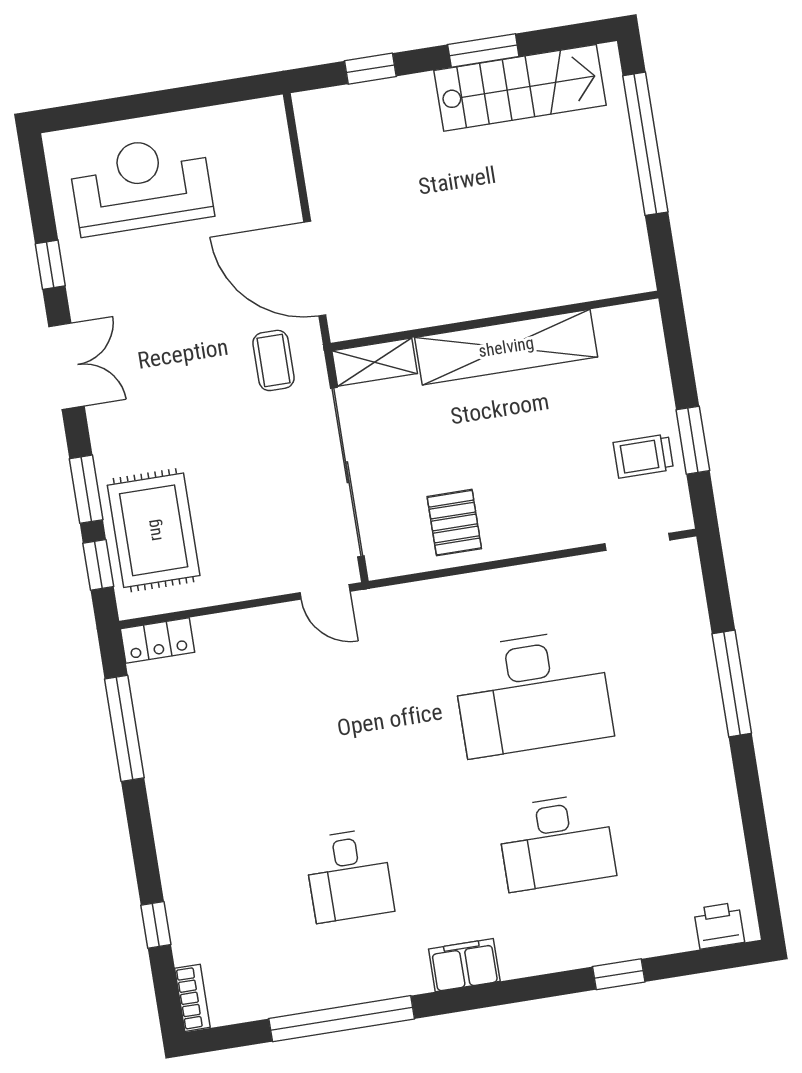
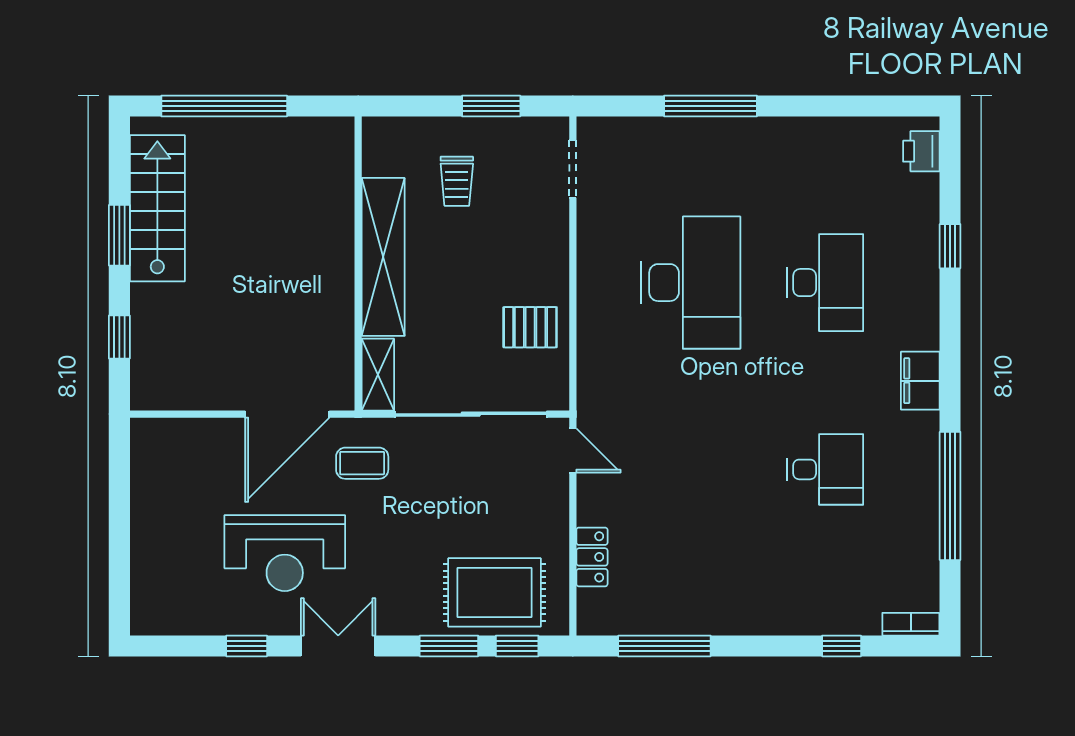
reception desk: (141, 185) -> (285, 553), moved, turned -90
trolley: (643, 456) -> (457, 181), moved
door: (325, 592) -> (573, 451), hinge flipped
locker: (158, 641) -> (592, 557), moved

